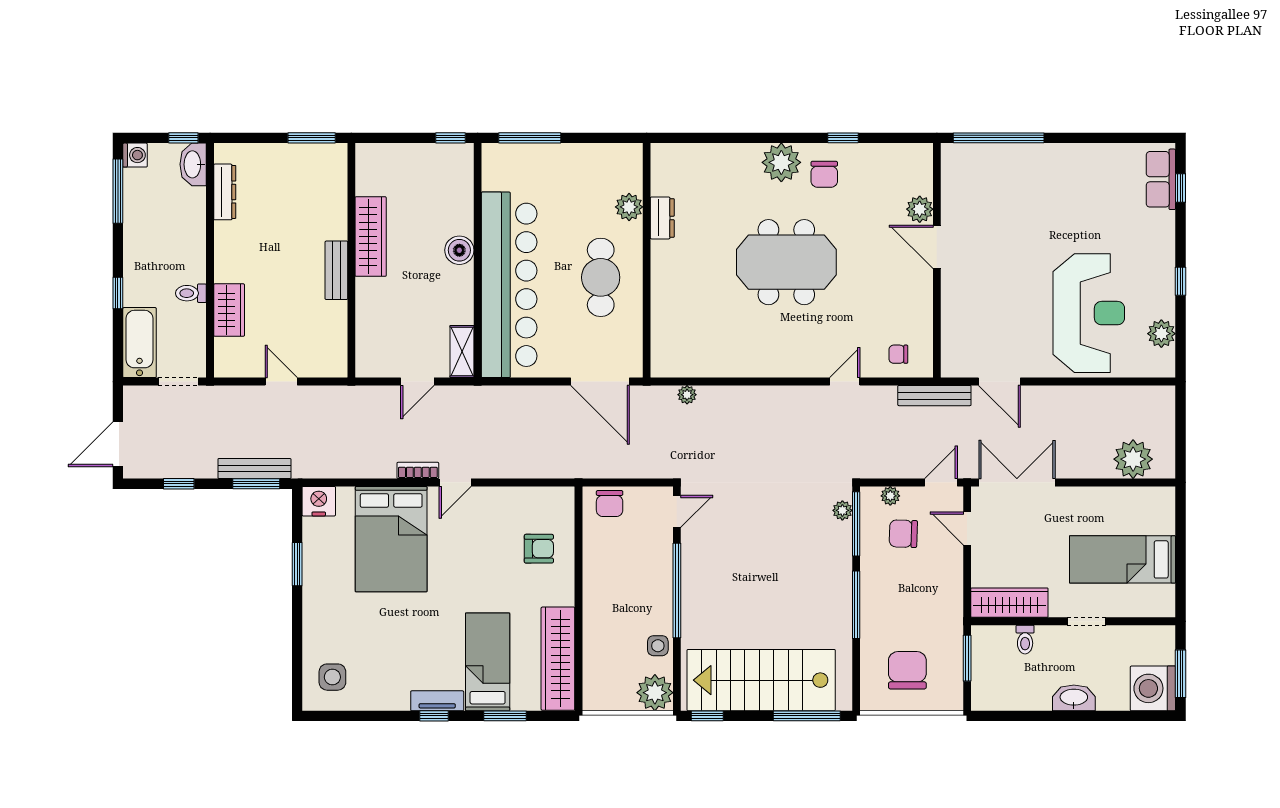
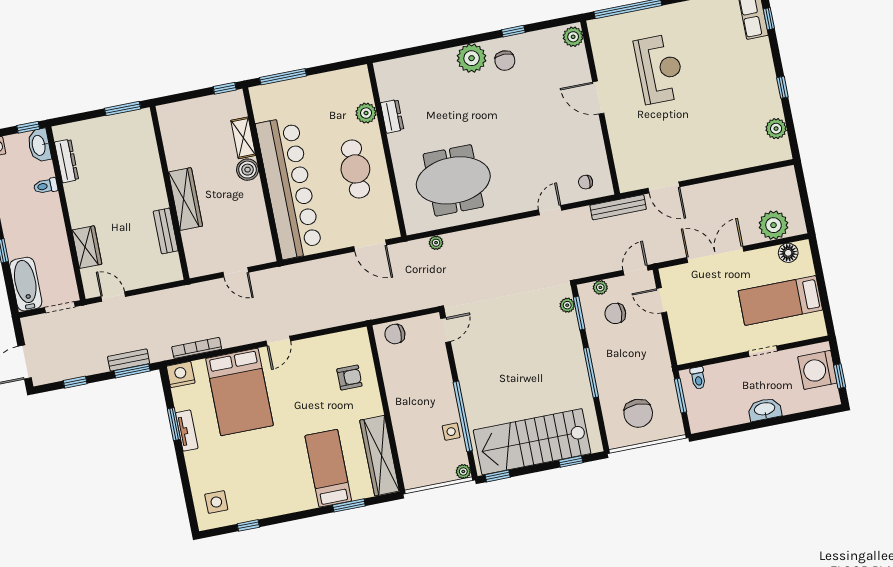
plant: (920, 209) -> (573, 37), moved
wardrobe: (371, 237) -> (186, 199), moved
meeting table: (786, 262) -> (453, 180), moved
bench: (336, 270) -> (166, 231), moved
toilet: (191, 293) -> (46, 186), moved
reception desk: (1089, 313) -> (660, 69), moved, width x0.74, depth x0.77
shelving: (462, 352) -> (243, 138), moved
door: (281, 382) -> (113, 297), moved
door: (417, 382) -> (236, 272), hinge flipped
door: (600, 382) -> (370, 246), width x0.73
bench: (254, 468) -> (129, 360), width x0.73
bookcase: (418, 470) -> (197, 348), moved, width x1.56
double door: (1017, 482) -> (715, 254), moved
floor lamp: (1145, 499) -> (788, 253), added
chair: (610, 504) -> (395, 334), turned 90
window: (856, 524) -> (579, 313), width x0.69
window: (677, 590) -> (463, 416), moved
wardrobe: (1009, 603) -> (703, 349), removed
toilet: (1025, 640) -> (698, 378), moved
chair: (907, 670) -> (638, 413), turned 180
window: (1180, 674) -> (840, 376), width x0.67
washing machine: (1153, 688) -> (817, 370), moved
plant: (655, 693) -> (463, 472), width x0.53, depth x0.53
tv unit: (437, 701) -> (187, 431), moved, turned 90
window: (434, 716) -> (248, 525), moved
window: (807, 716) -> (571, 462), width x0.46

